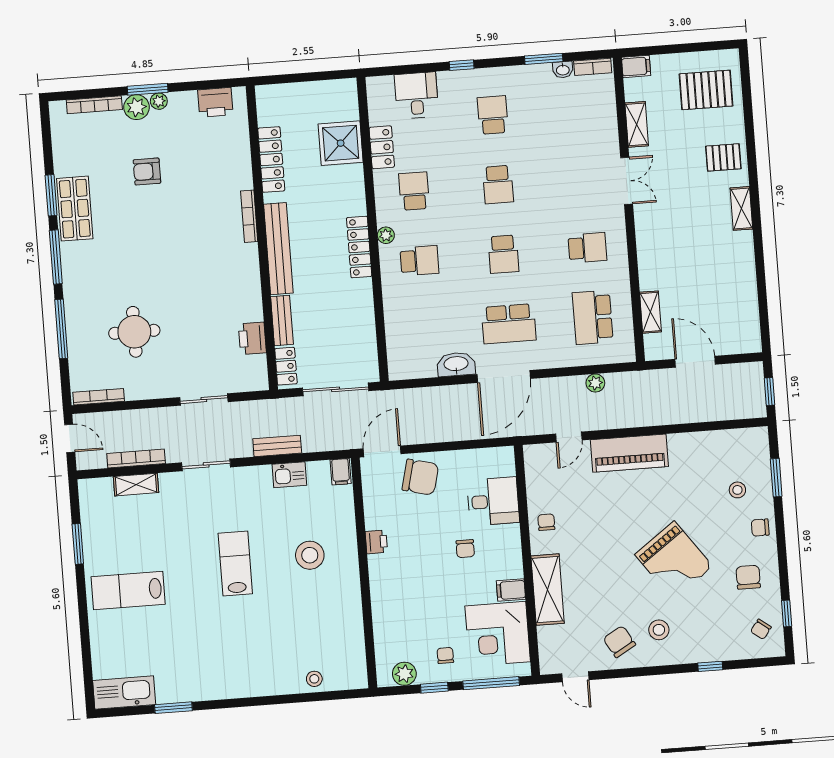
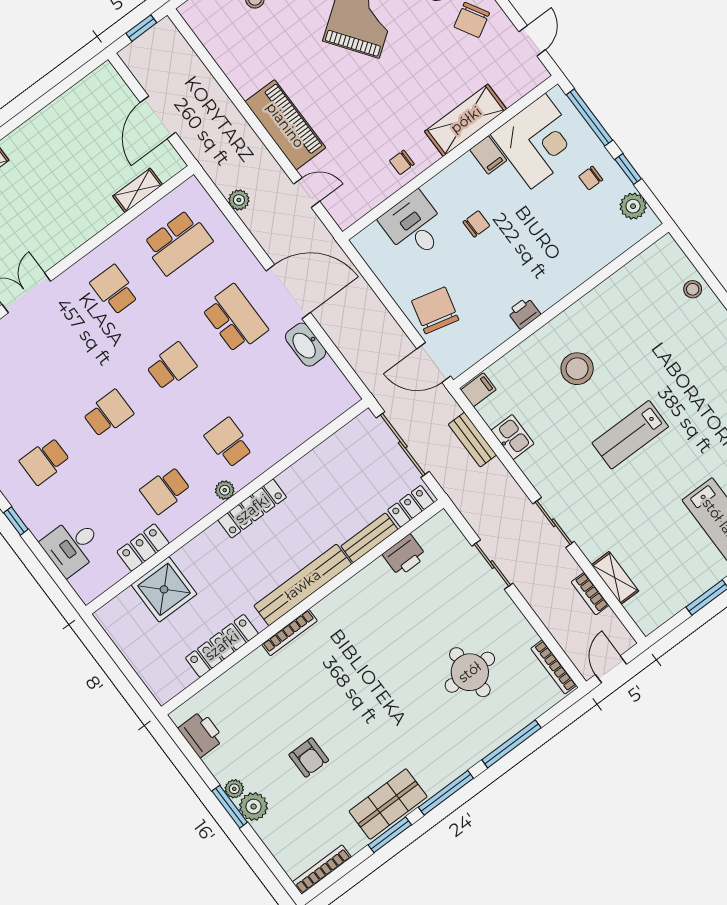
bookcase: (94, 105) -> (322, 870), moved, turned -90
bench: (277, 446) -> (472, 440), moved
bookcase: (136, 459) -> (590, 594), width x0.64

